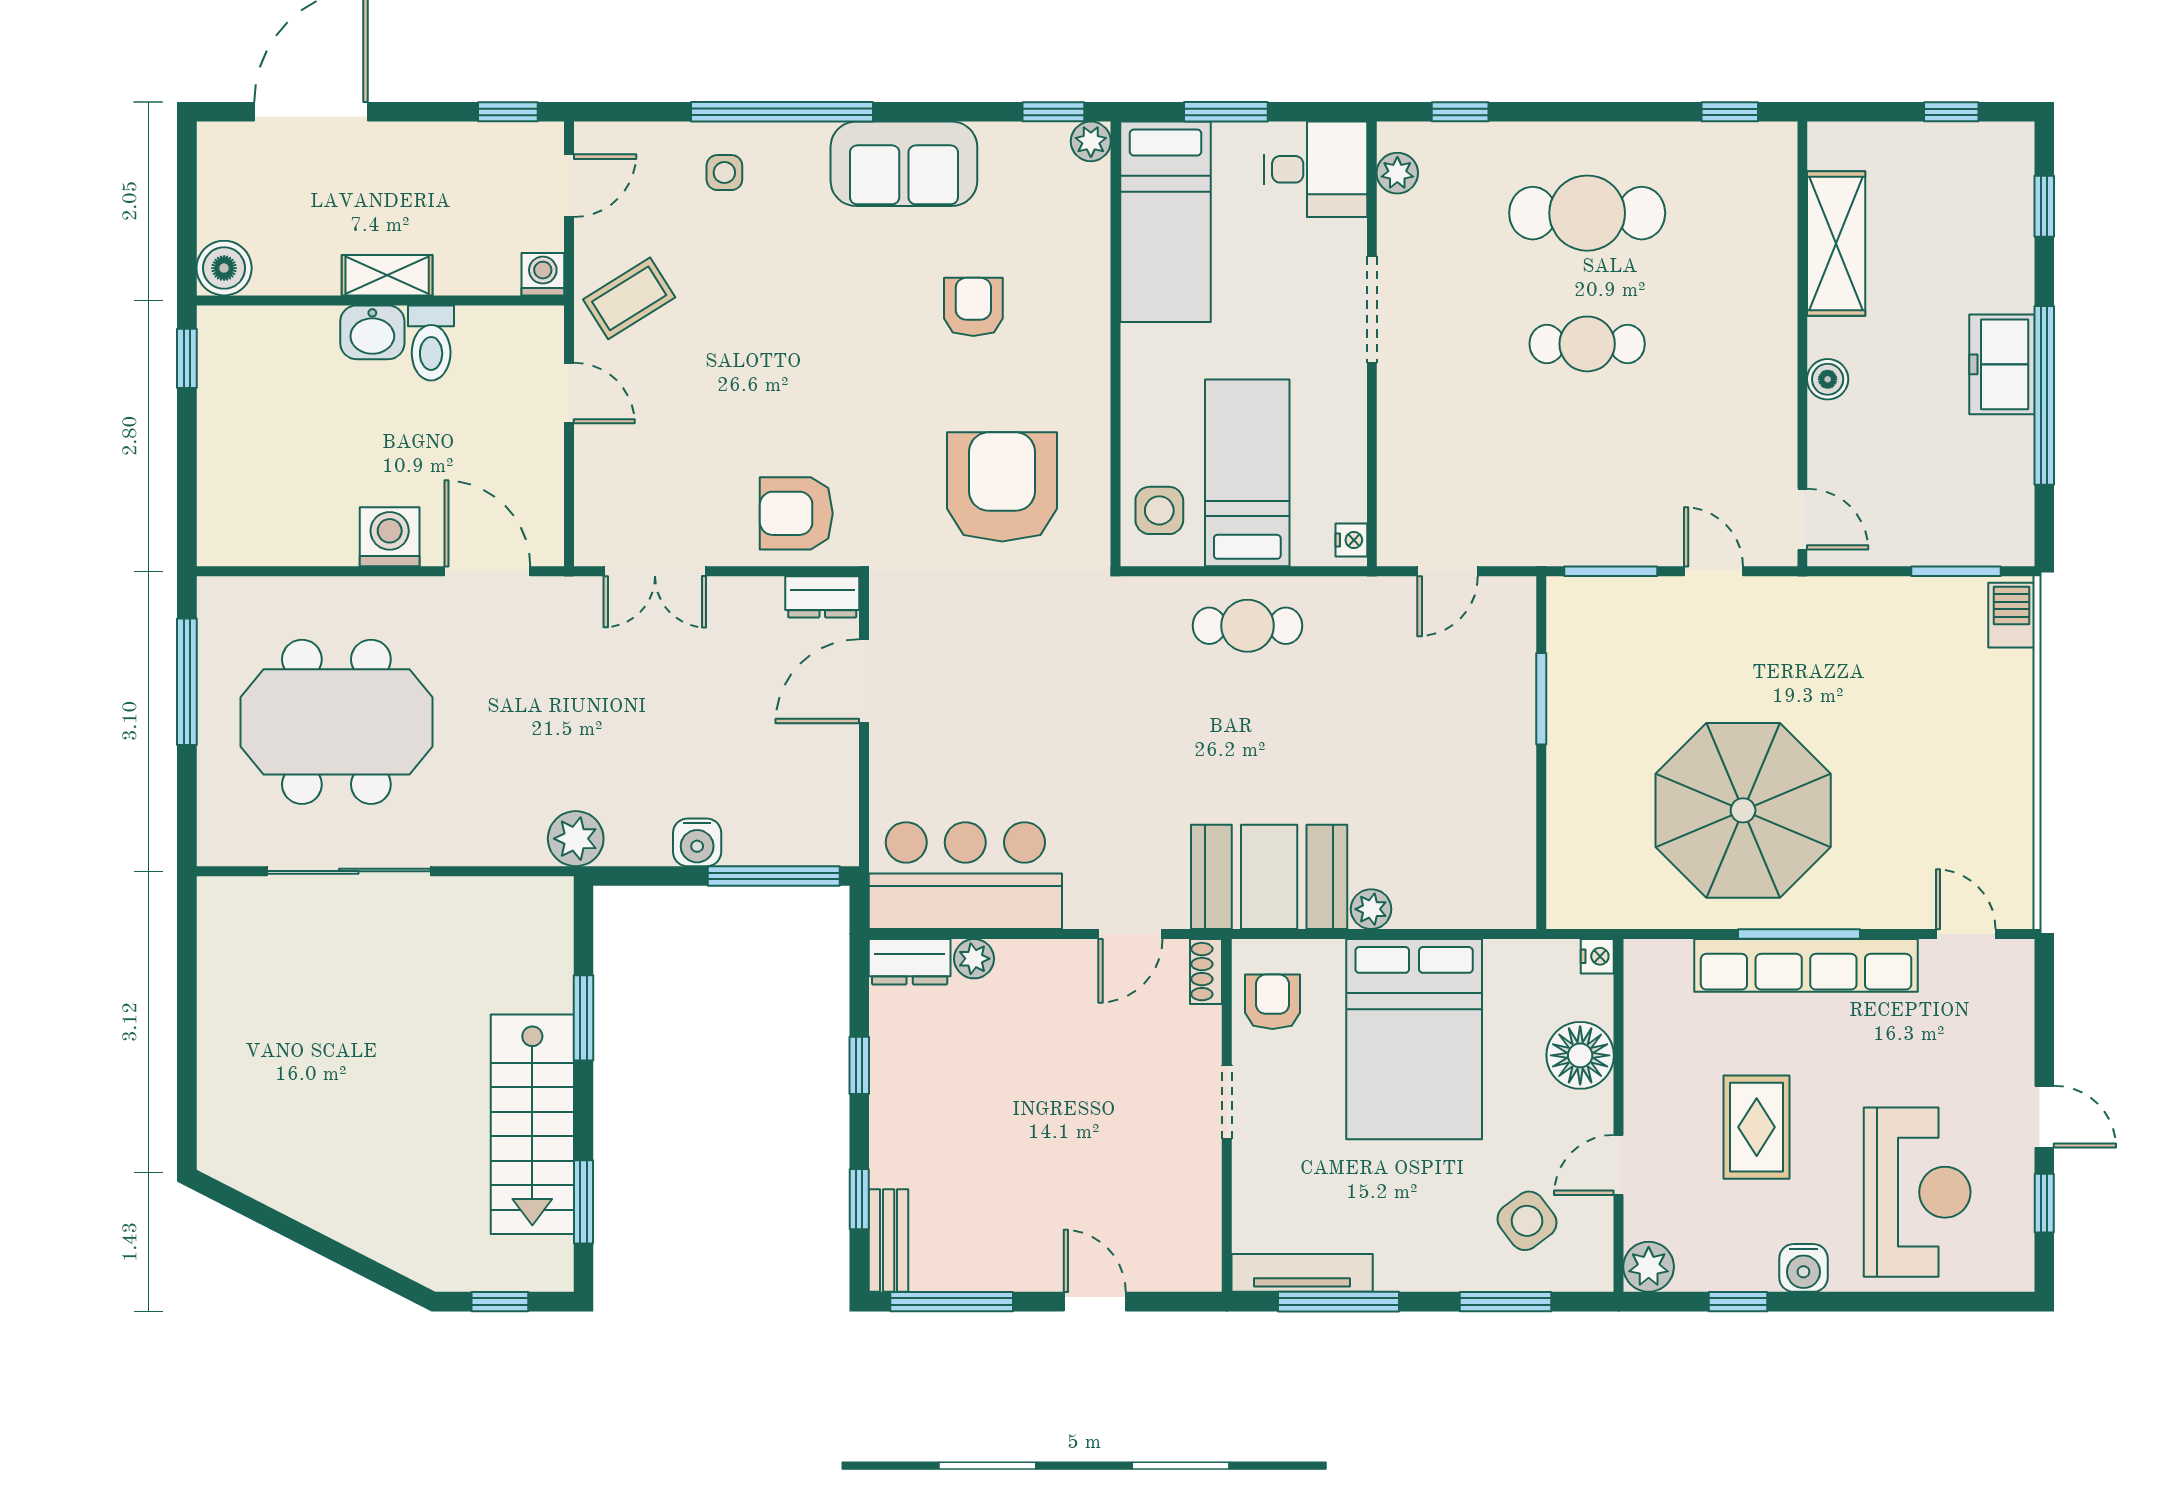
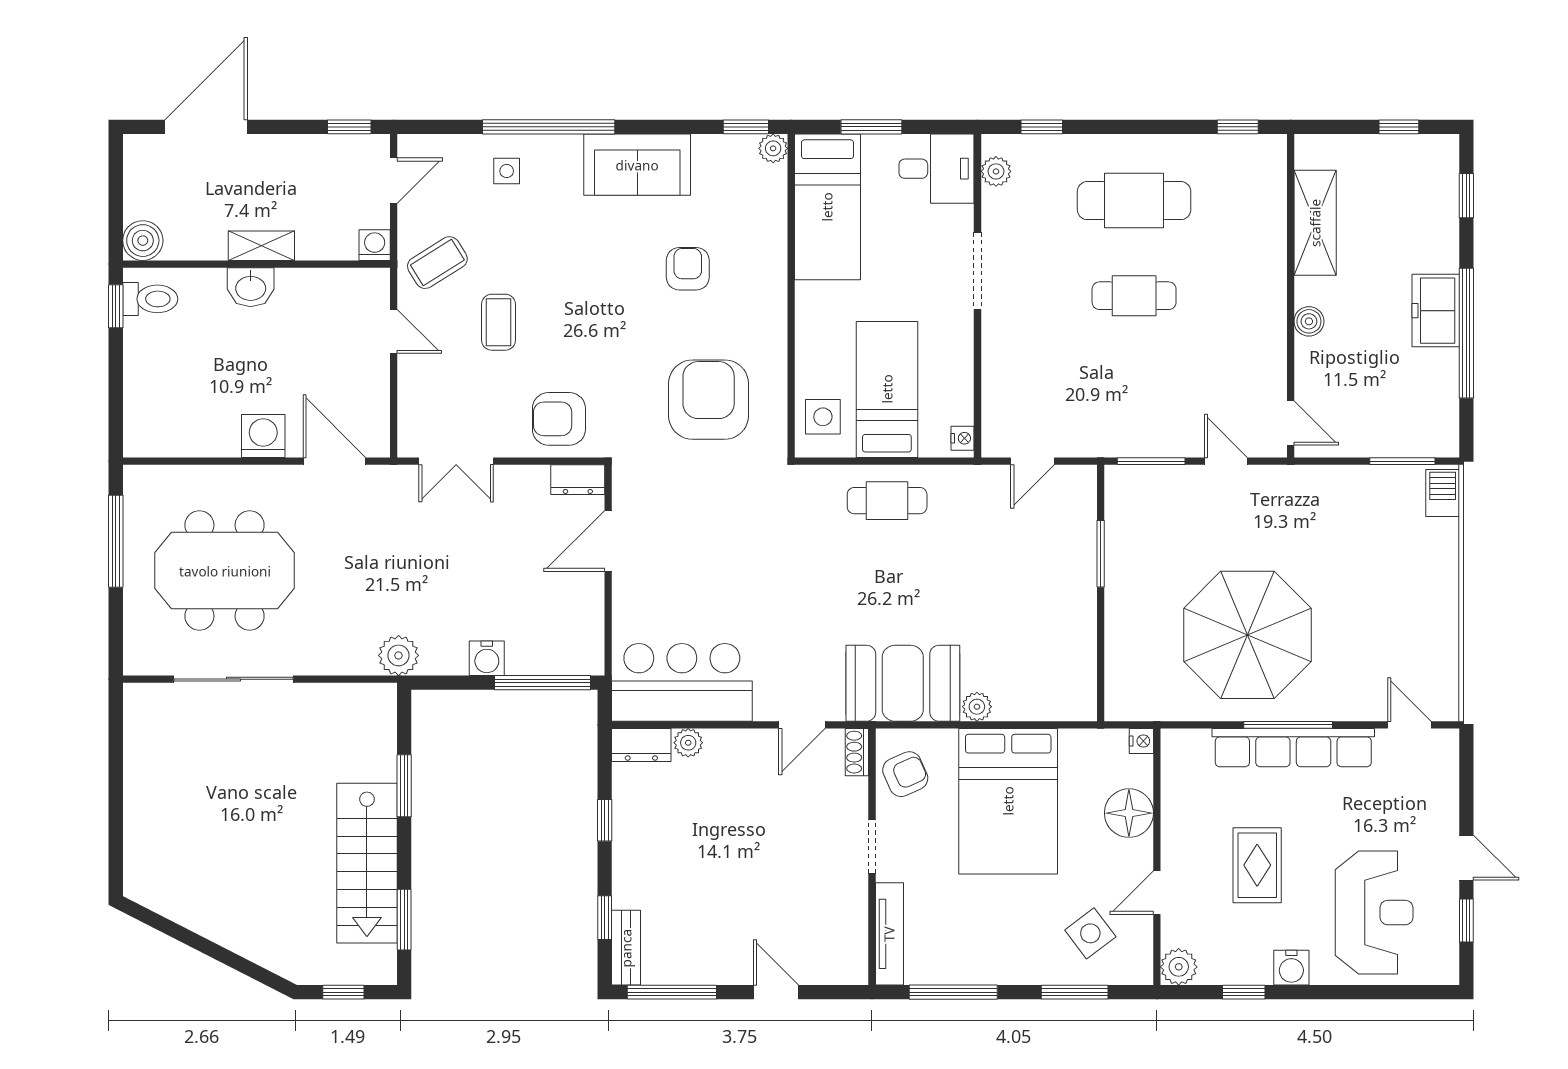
toilet: (431, 343) -> (150, 299), moved, turned -90
coffee table: (713, 380) -> (498, 322), added
armchair: (1272, 1002) -> (905, 774), turned 66
tv unit: (1302, 1273) -> (889, 934), moved, turned 90

